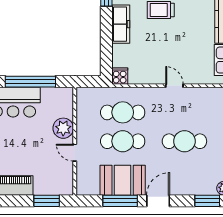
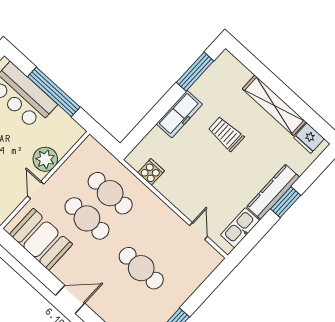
cooker: (120, 76) -> (151, 172), moved
door: (174, 86) -> (198, 231), moved
booth: (123, 180) -> (41, 239), moved
window: (120, 201) -> (37, 269), removed

